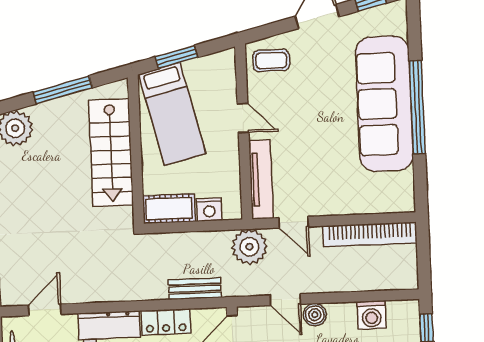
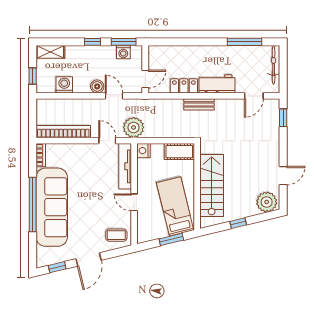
window: (63, 90) -> (238, 223), width x0.46
bookcase: (407, 192) -> (41, 155), added
nightstand: (209, 209) -> (144, 151), moved, turned -90
bench: (195, 289) -> (199, 104), moved

